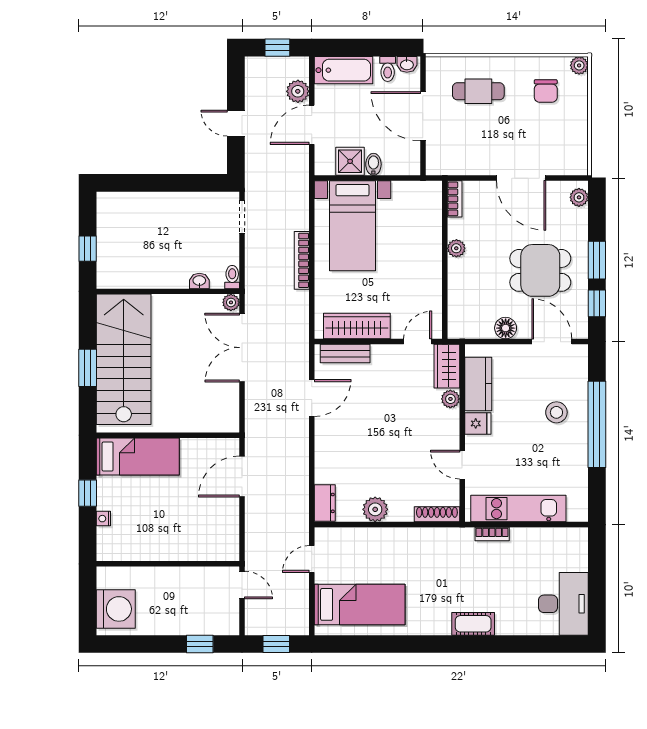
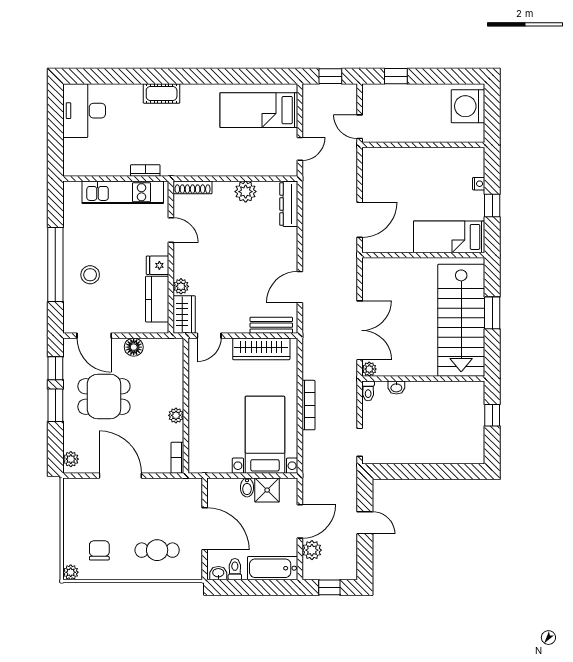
dresser: (325, 503) -> (289, 204), width x1.44

